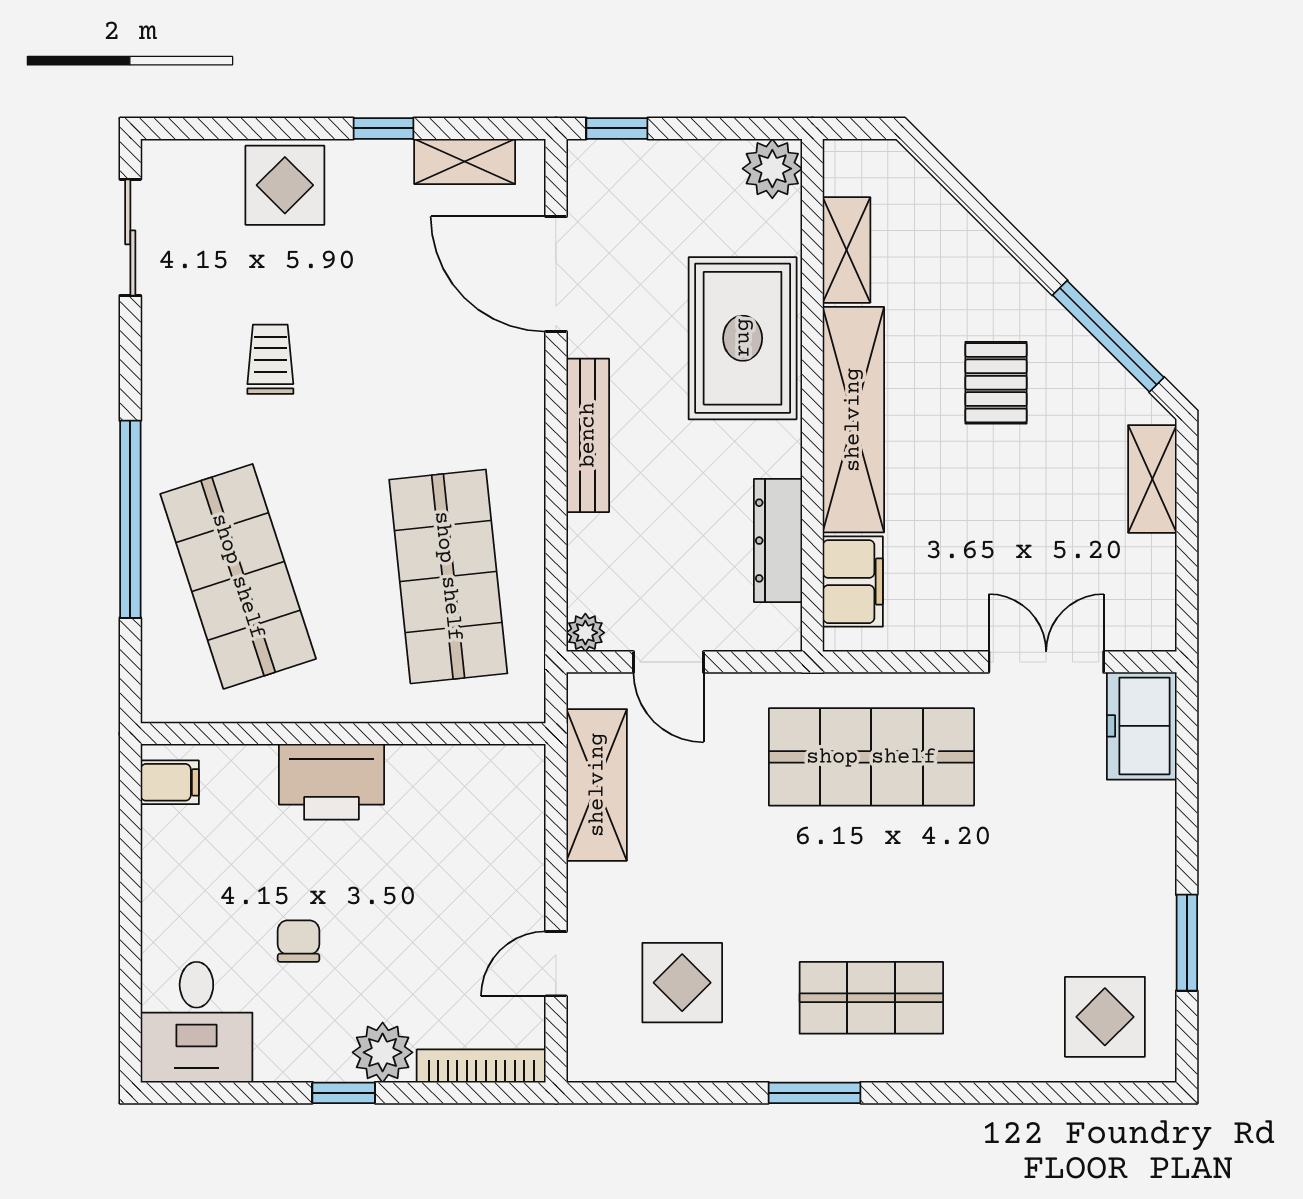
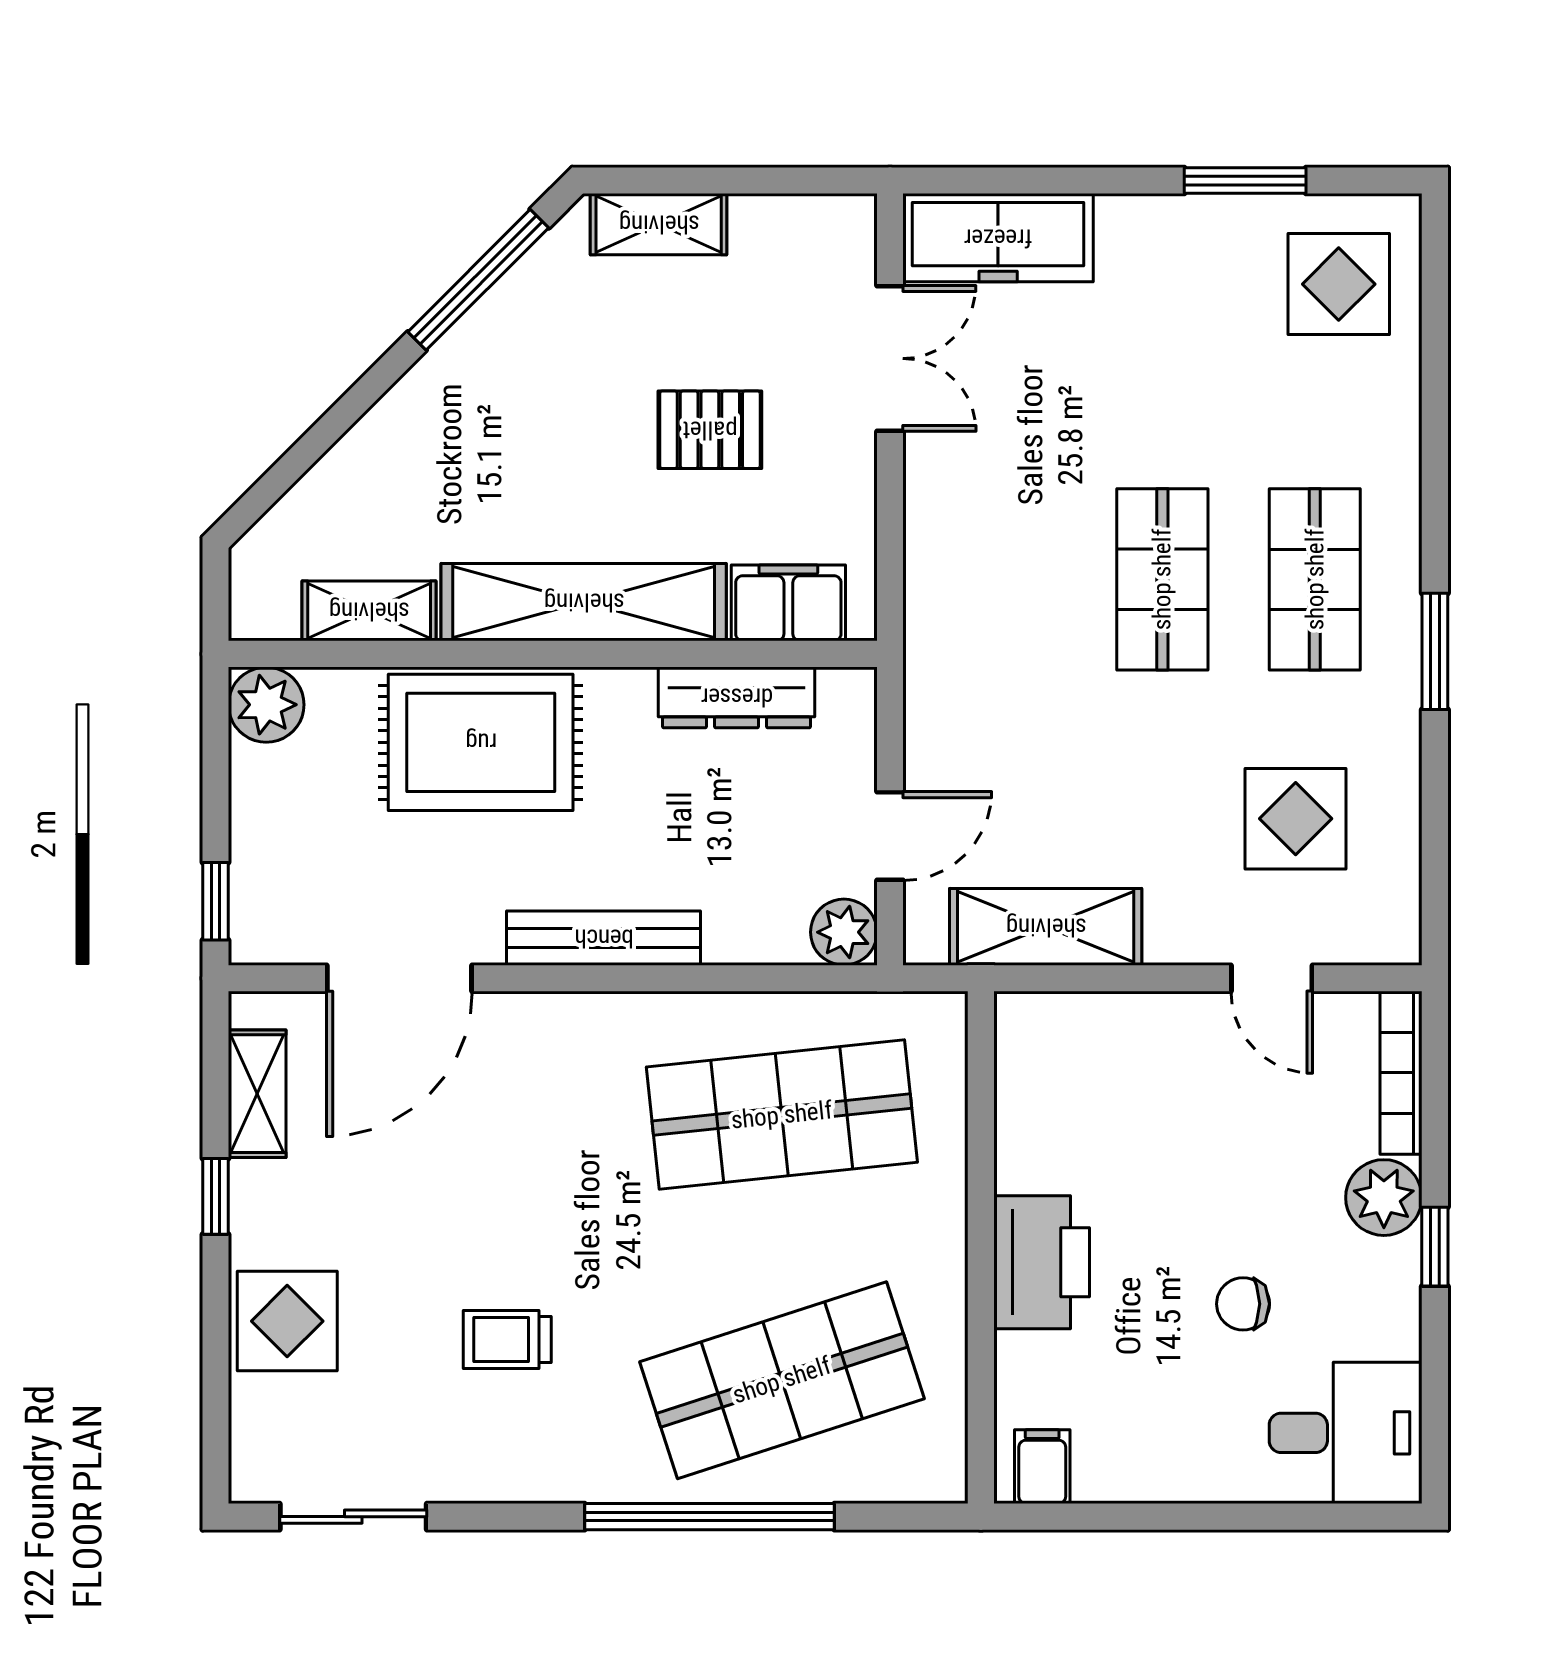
pallet: (996, 383) -> (710, 430), moved
plant: (585, 633) -> (844, 932), width x1.38, depth x1.38
double door: (1046, 662) -> (890, 358), swing flipped
freezer: (1142, 726) -> (998, 238), width x1.40
shop shelf: (871, 757) -> (1162, 579), moved, width x0.70, depth x0.74

